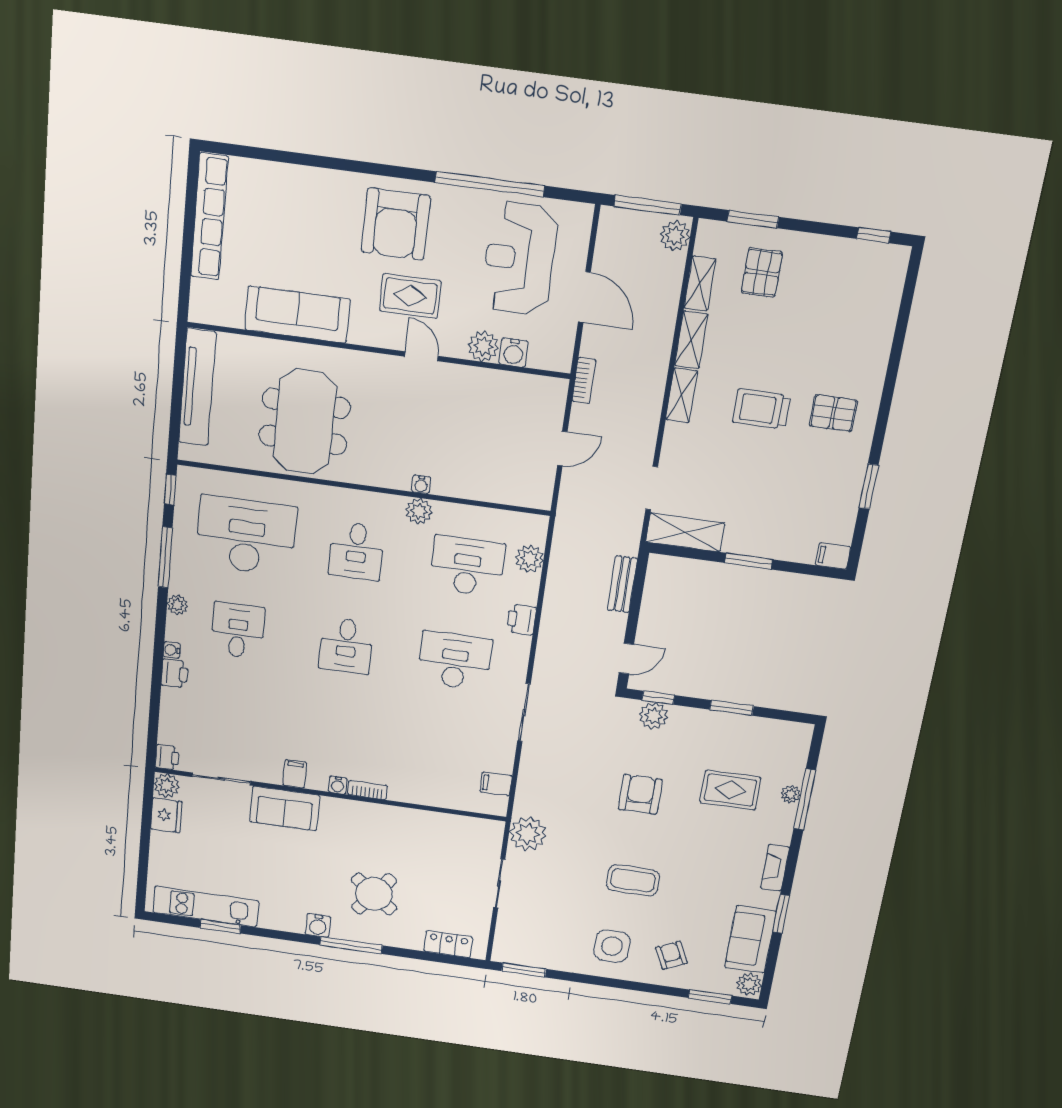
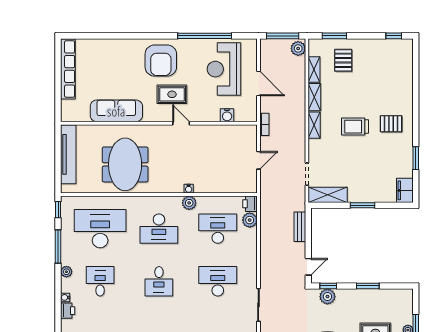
plant: (483, 346) -> (212, 114), removed
desk: (356, 551) -> (159, 229), width x1.37
filing cabinet: (833, 556) -> (405, 190), width x2.00
printer: (521, 619) -> (250, 204), moved

